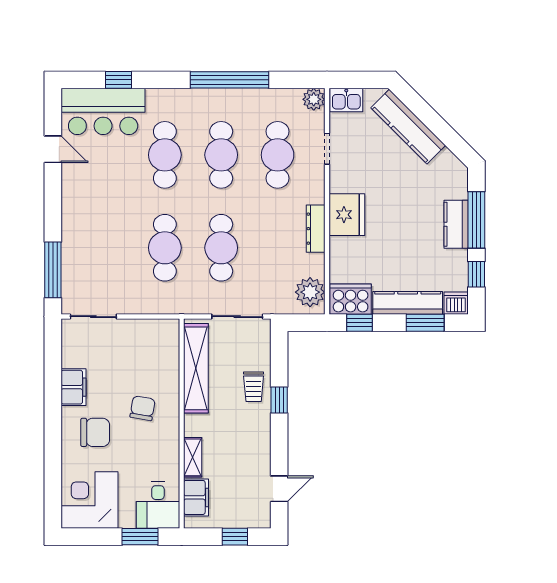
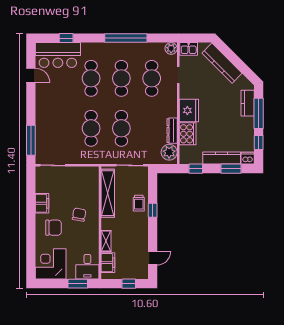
kitchen counter: (456, 224) -> (248, 103), moved
dresser: (316, 229) -> (172, 131), moved
cooker: (351, 299) -> (188, 134), moved, turned 90

